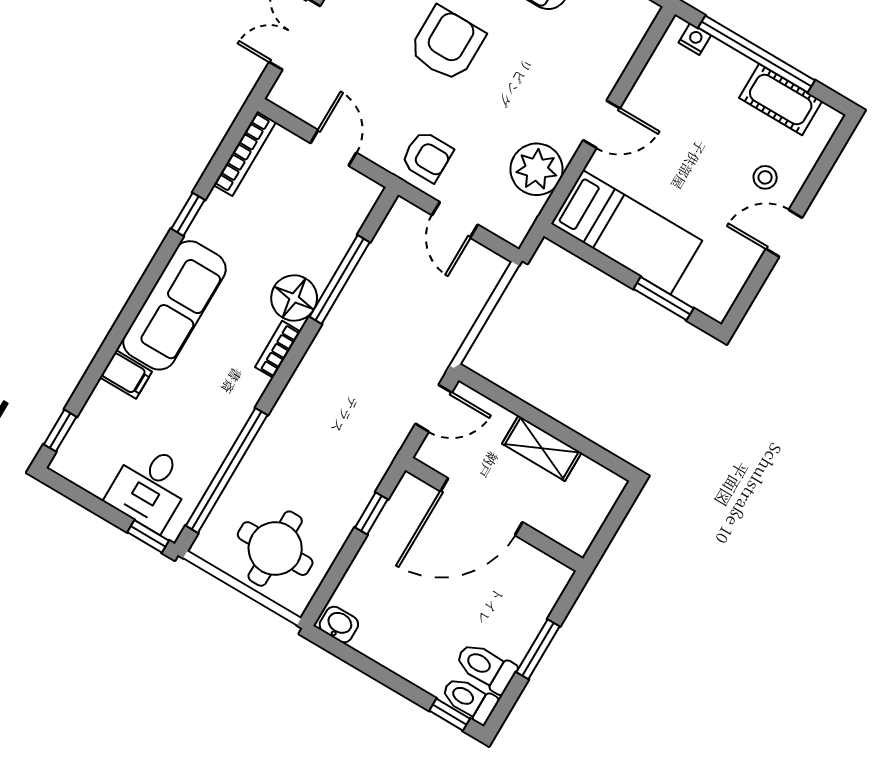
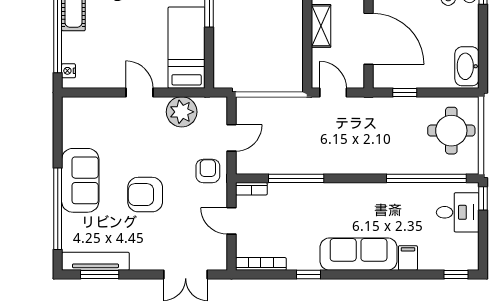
door: (333, 148) -> (231, 221), hinge flipped
floor lamp: (294, 298) -> (319, 196), removed
bookcase: (278, 349) -> (251, 189), moved
washbasin: (339, 625) -> (467, 66), width x1.91, depth x1.45

